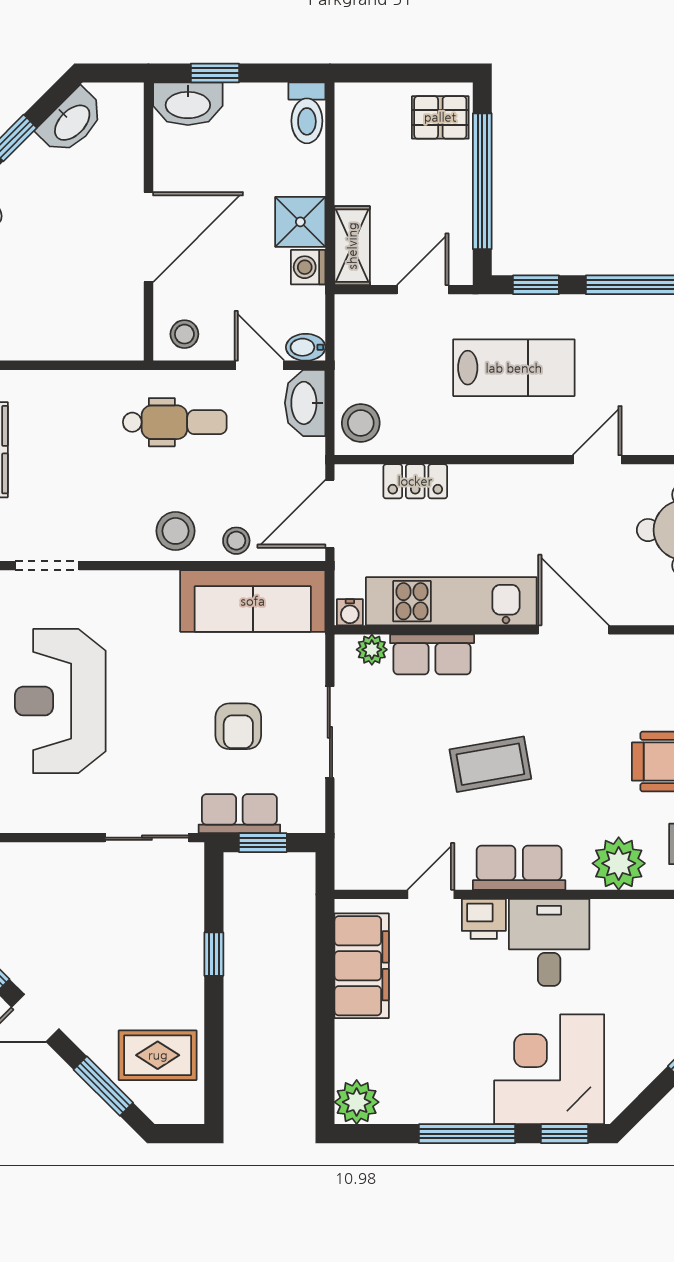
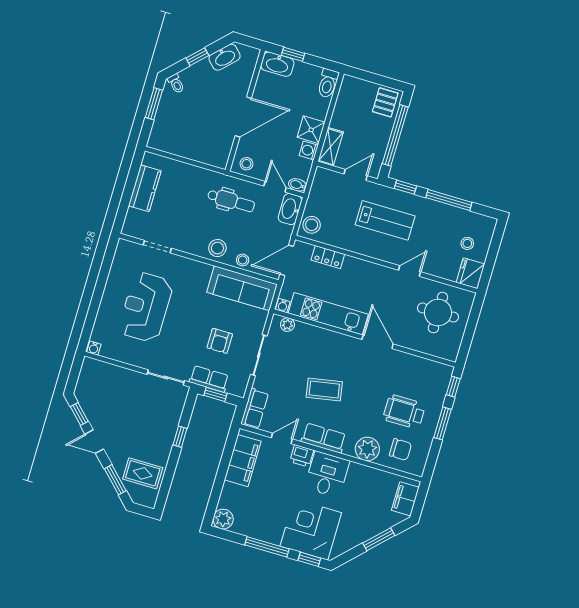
pallet: (440, 117) -> (385, 102), turned 90
row of seats: (432, 654) -> (255, 408), moved, turned -90

